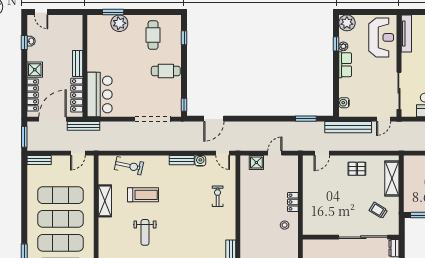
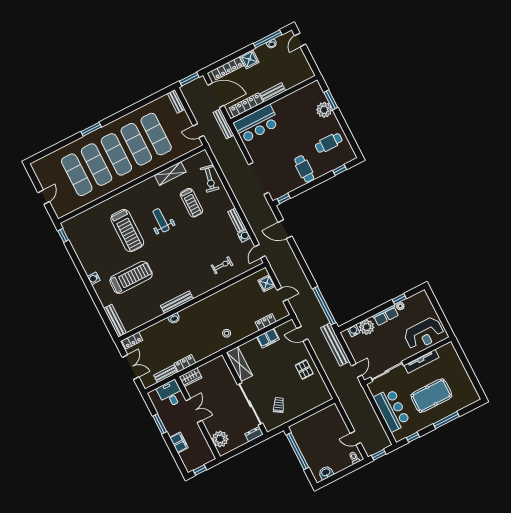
plant: (347, 23) -> (367, 327), moved
tv unit: (406, 33) -> (421, 361), moved
window: (24, 43) -> (268, 39), width x2.17
window: (306, 119) -> (324, 306), width x2.11
door: (384, 119) -> (357, 371), swing flipped
shelving: (392, 178) -> (239, 364), moved, turned 90
filing cabinet: (309, 188) -> (268, 338), added
locker: (293, 202) -> (266, 322), moved
weight bench: (145, 232) -> (161, 220), turned 90

